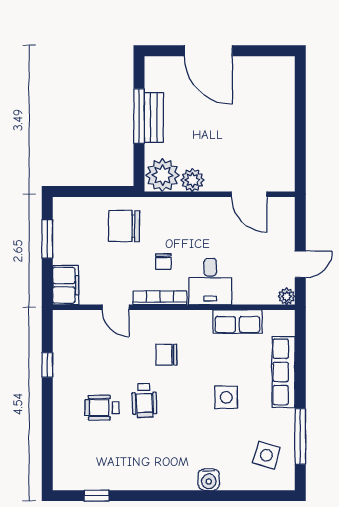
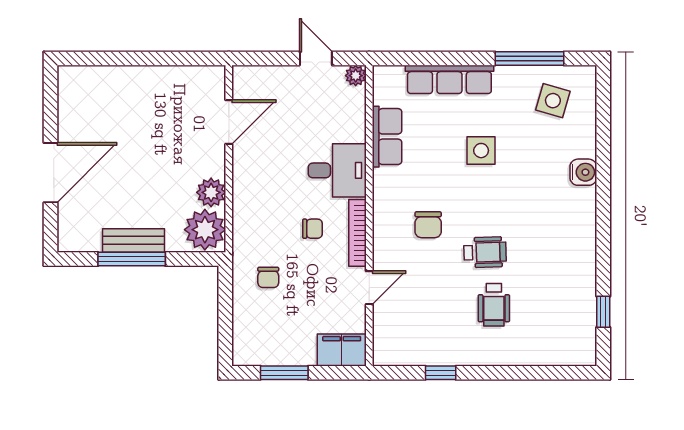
chair: (124, 226) -> (268, 277), width x0.54, depth x0.54

